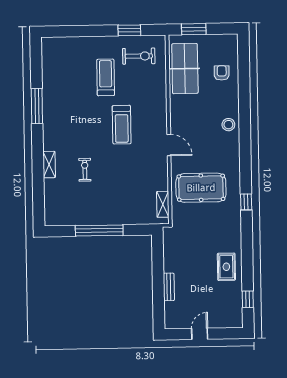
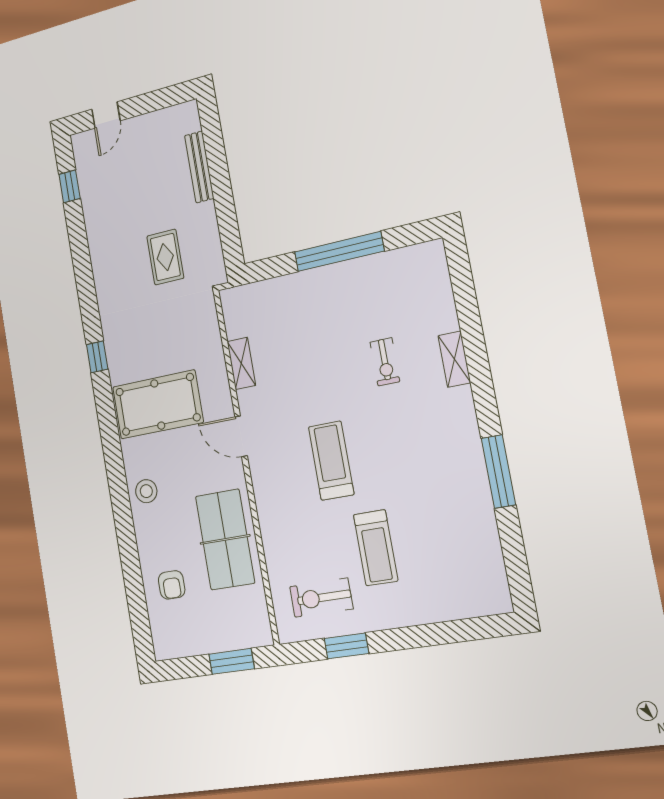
table tennis table: (185, 69) -> (225, 539), moved
pool table: (201, 188) -> (158, 405), moved
shelving: (163, 204) -> (241, 363), moved
rug: (226, 267) -> (165, 257), moved
bench: (169, 287) -> (199, 167), width x1.36
door: (200, 334) -> (106, 115), moved

